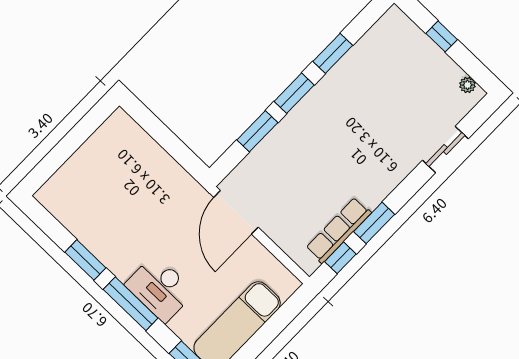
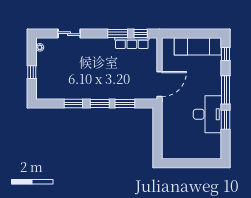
desk: (160, 288) -> (207, 114), moved, width x1.36, depth x1.30

